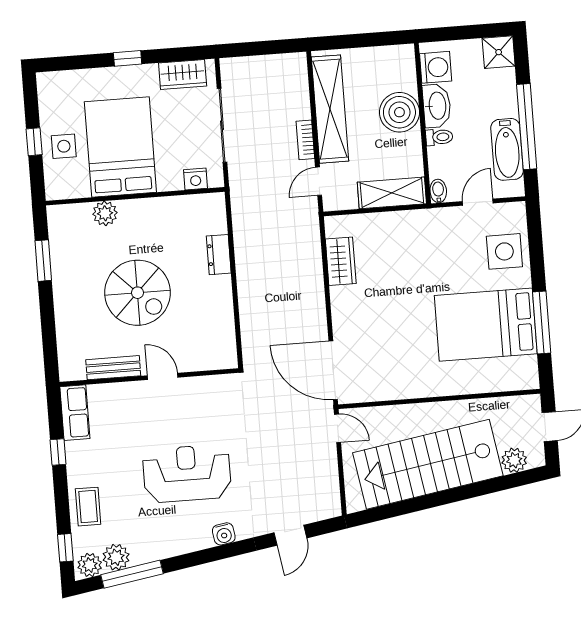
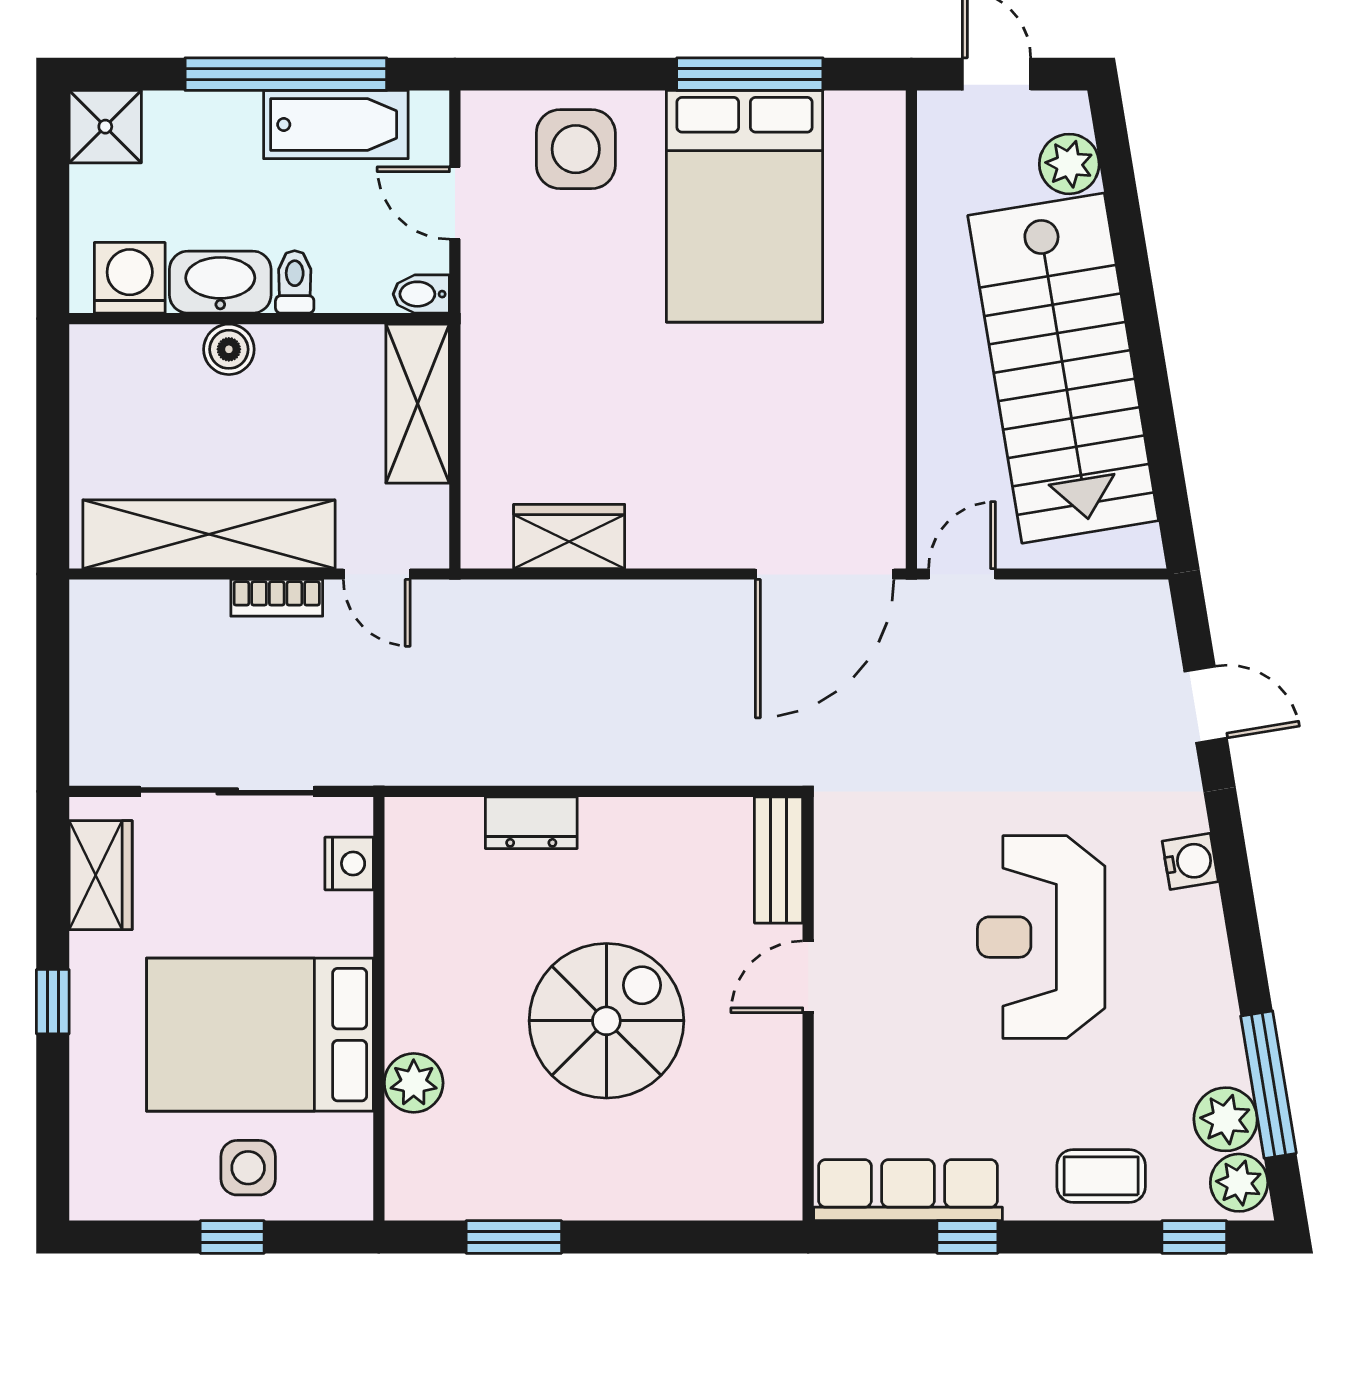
boiler: (399, 112) -> (229, 349), width x0.54, depth x0.54
bench: (113, 368) -> (779, 860), moved
row of seats: (75, 413) -> (908, 1190), width x1.48

